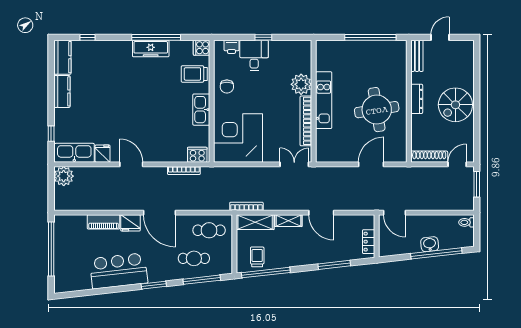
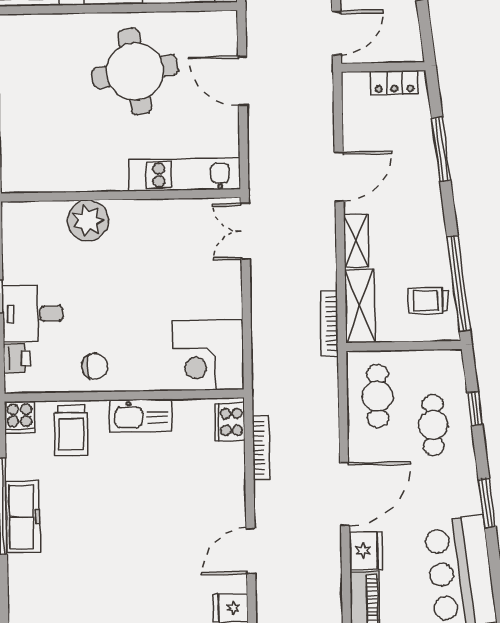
kitchen unit: (324, 100) -> (184, 175), moved
bookcase: (306, 121) -> (160, 210), removed
corner desk: (238, 138) -> (208, 355), width x0.74, depth x0.74
window: (202, 280) -> (475, 409), width x0.46

